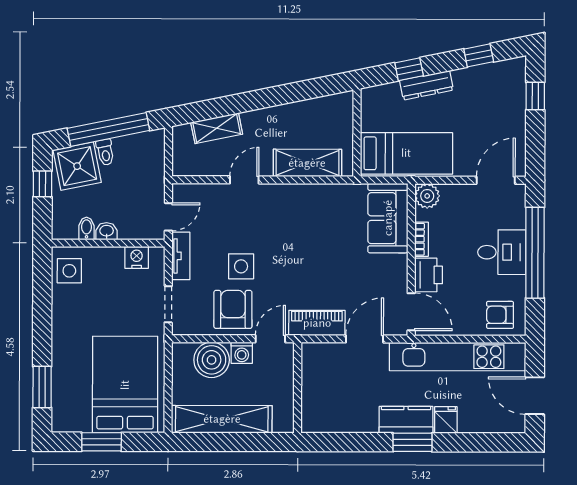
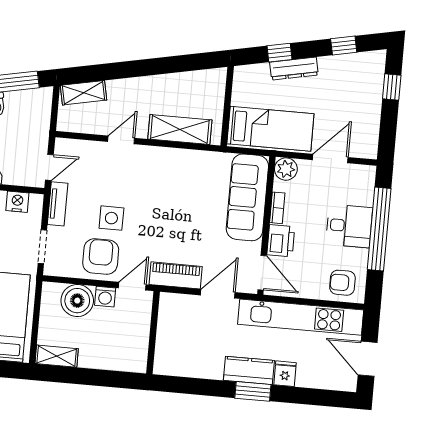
shelving: (217, 128) -> (84, 93), moved
door: (496, 180) -> (330, 159), moved
sofa: (388, 218) -> (247, 197), width x1.36
shelving: (222, 419) -> (57, 356), width x0.45, depth x0.75

